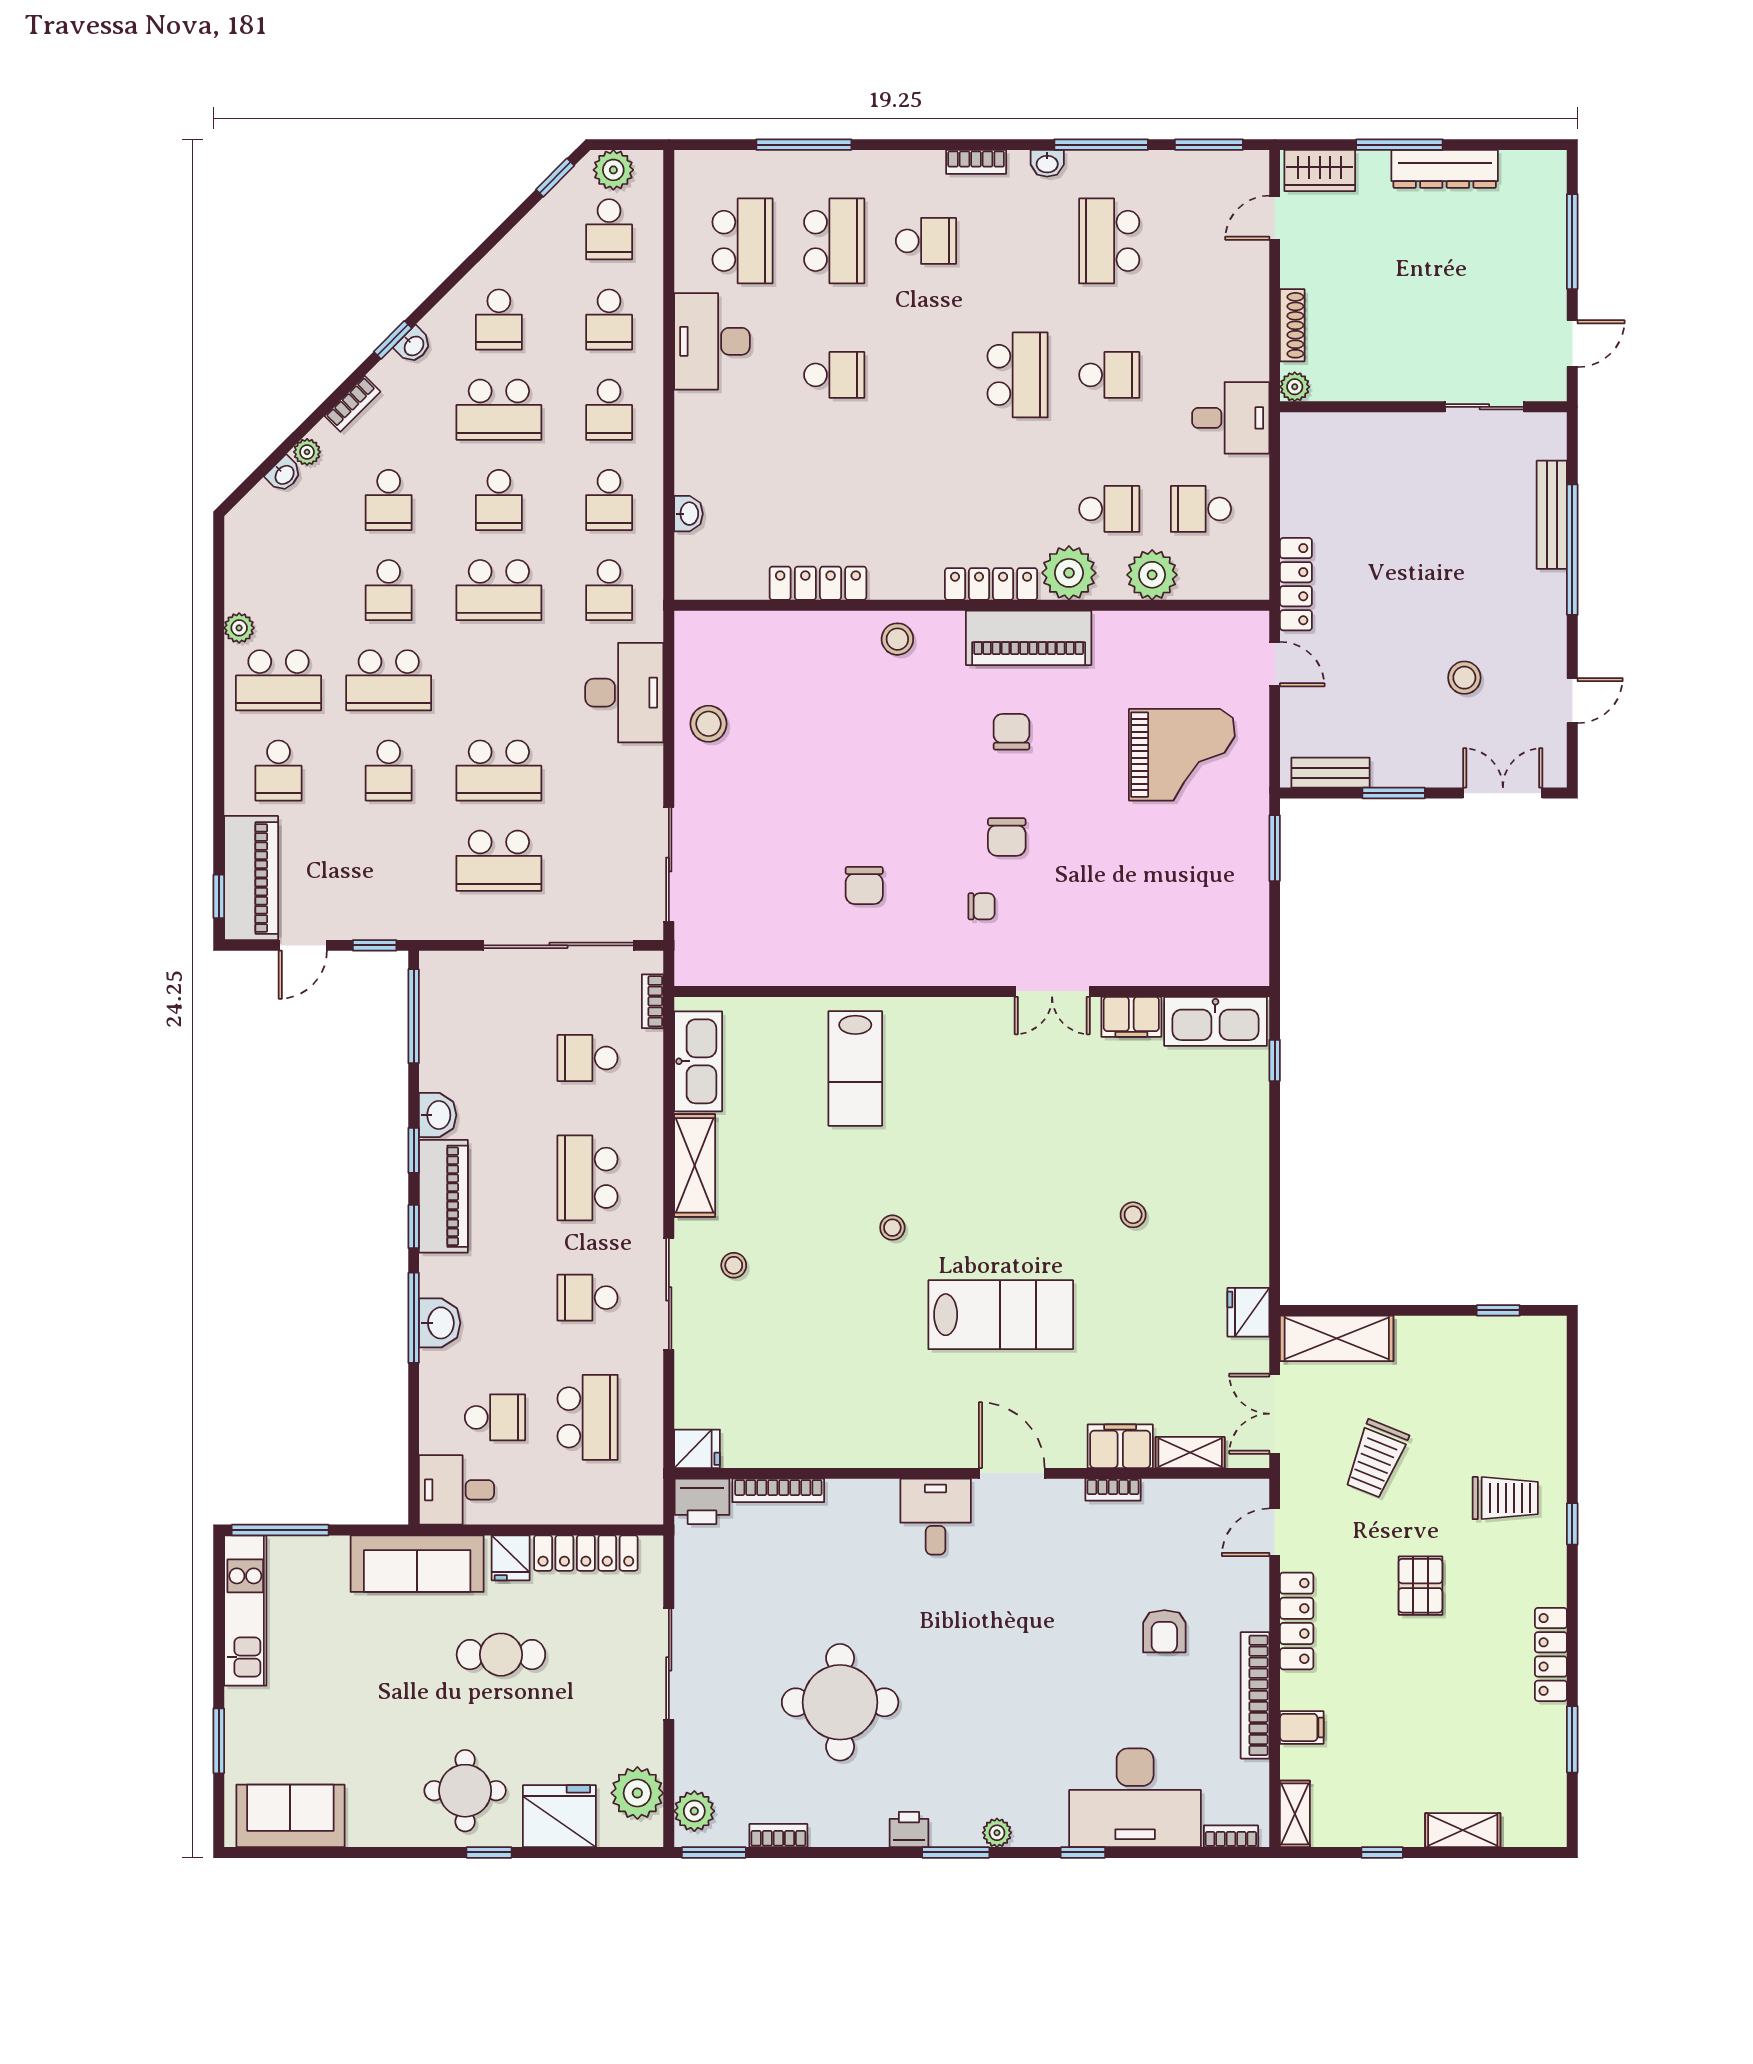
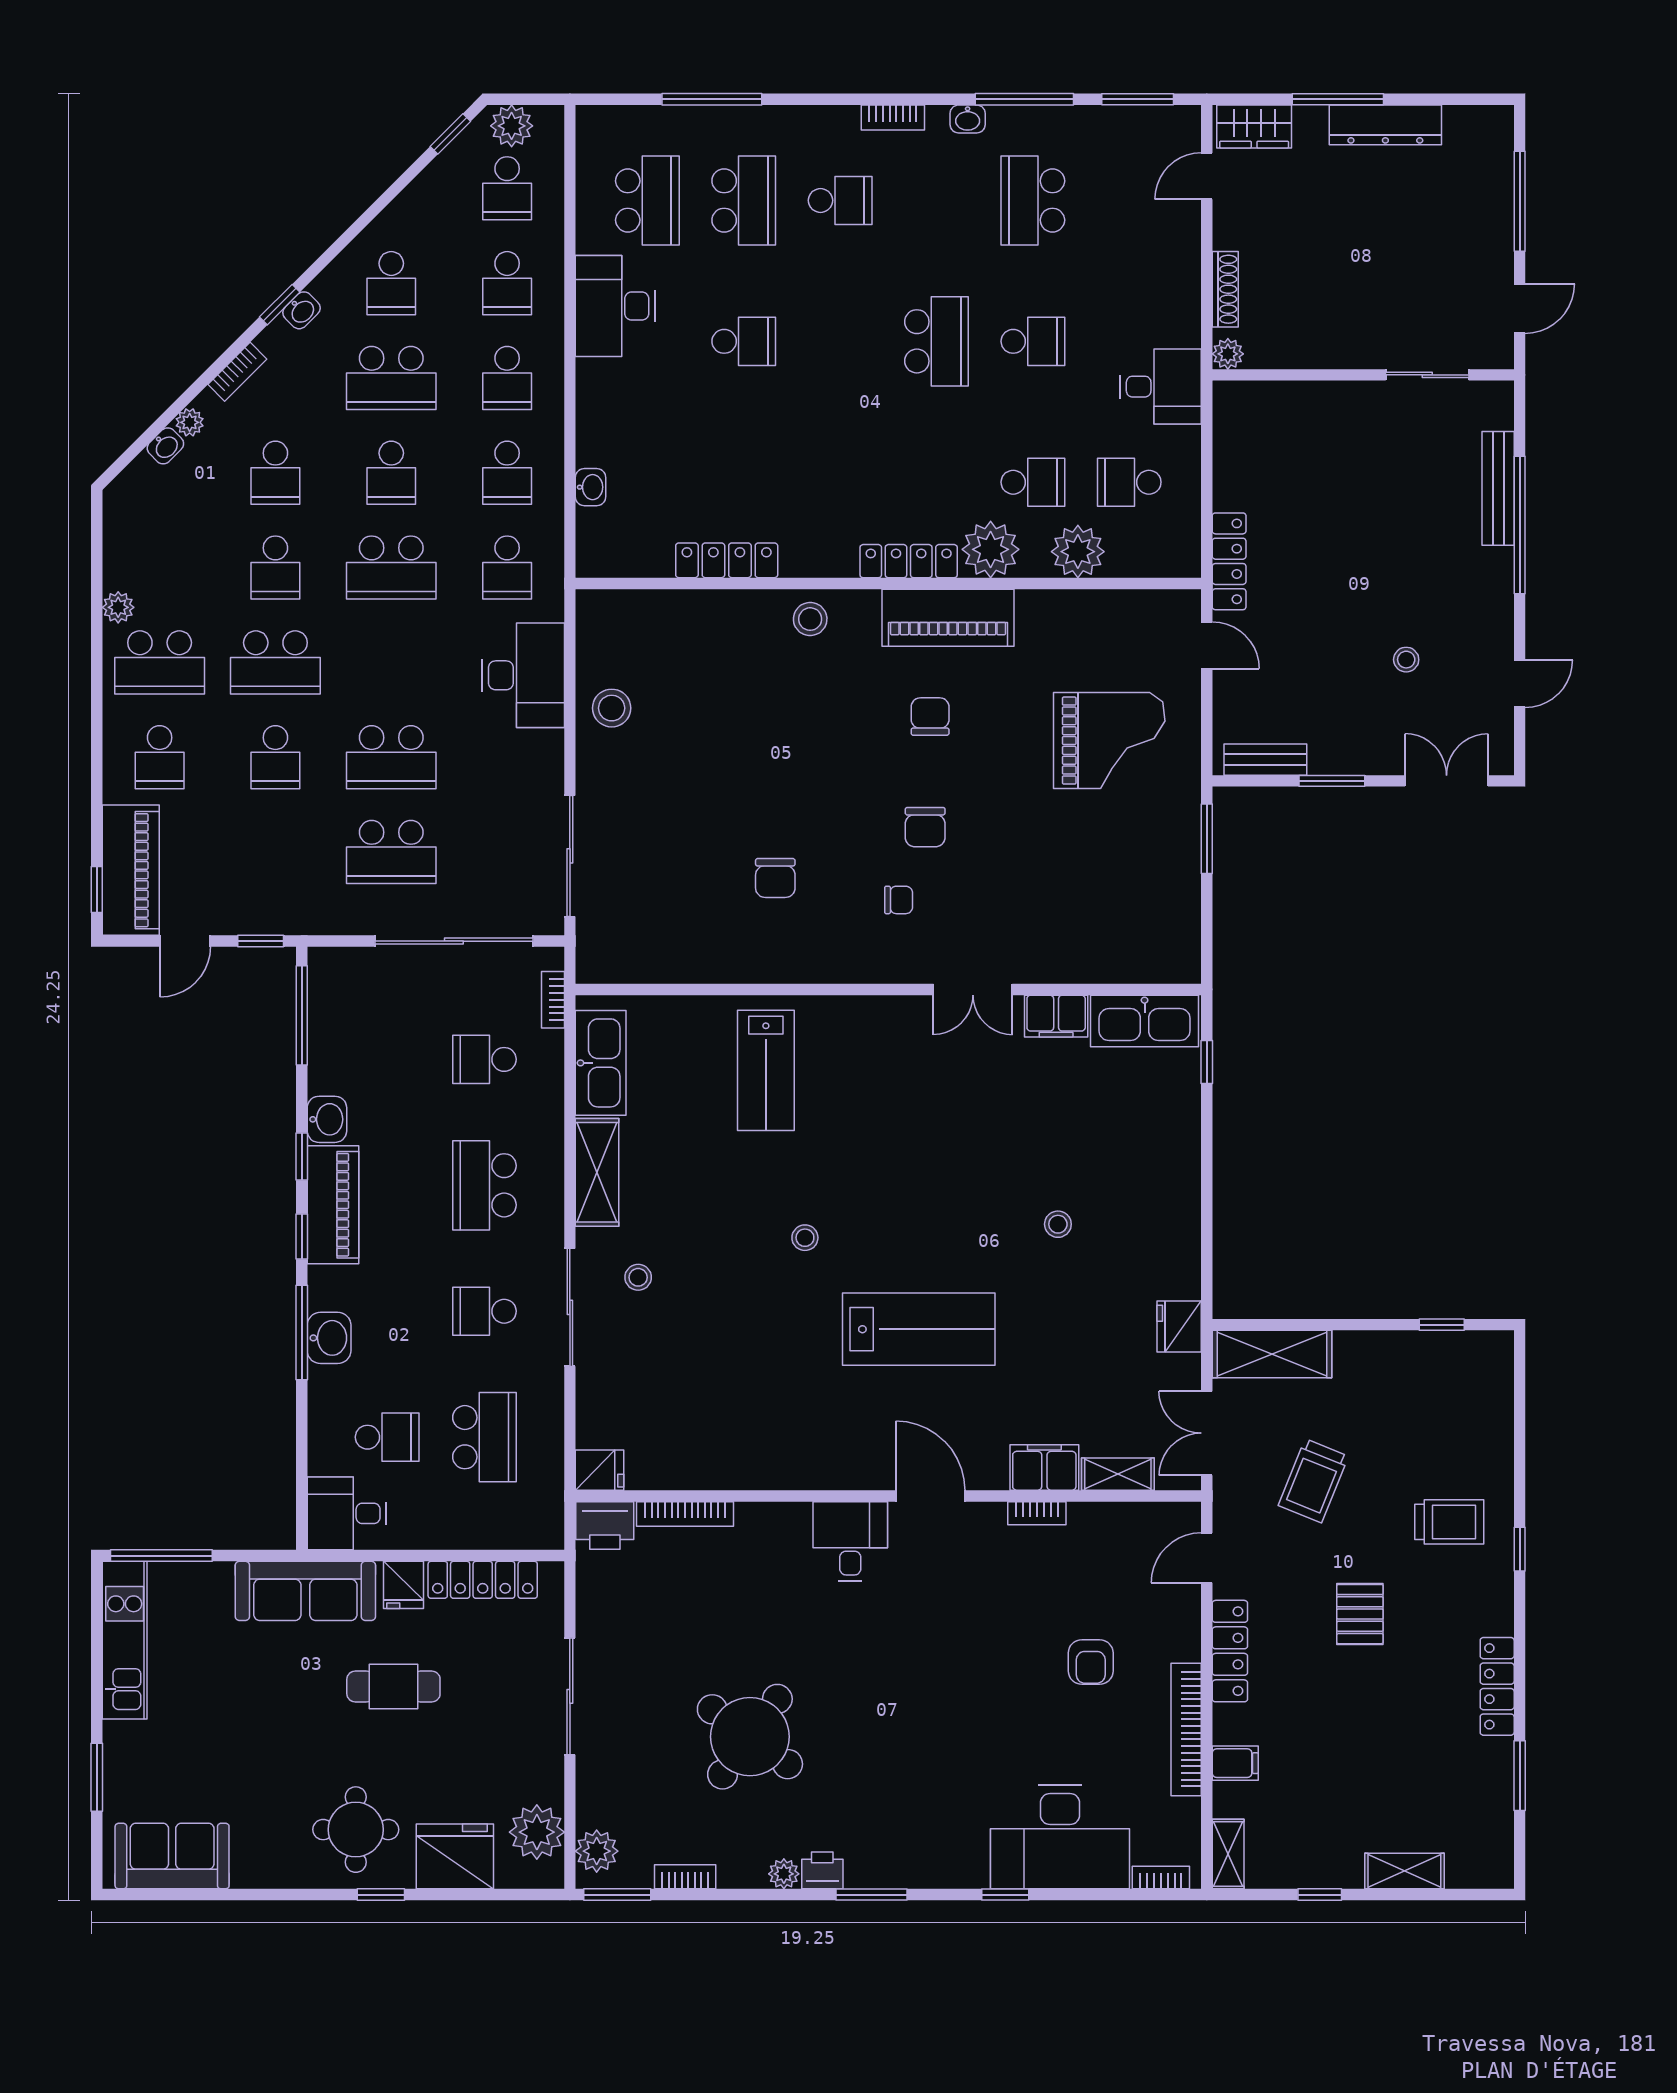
stool: (1464, 678) -> (1406, 660), width x0.73, depth x0.73
round table: (840, 1702) -> (750, 1737), turned 36
plant: (997, 1833) -> (784, 1874), moved

